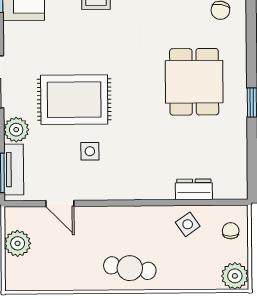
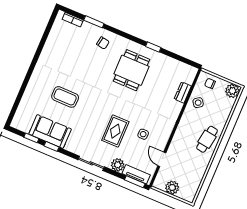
dining table: (194, 82) -> (132, 70), turned 90
rug: (74, 100) -> (115, 131), width x0.73, depth x0.70
door: (60, 203) -> (162, 159), swing flipped

